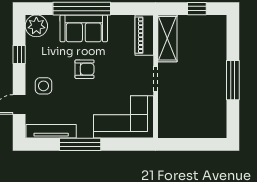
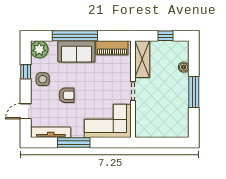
piano: (144, 35) -> (112, 48), moved, turned -90
boiler: (220, 48) -> (184, 67), added
armchair: (85, 69) -> (67, 95), moved
side table: (44, 86) -> (43, 79), moved

